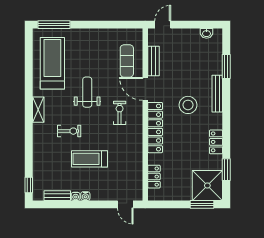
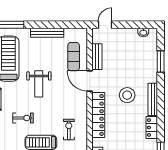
bench: (97, 34) -> (47, 33), added
weight bench: (87, 92) -> (39, 84), turned 180
bench: (217, 94) -> (153, 99), moved
exercise bike: (120, 113) -> (69, 129), moved

